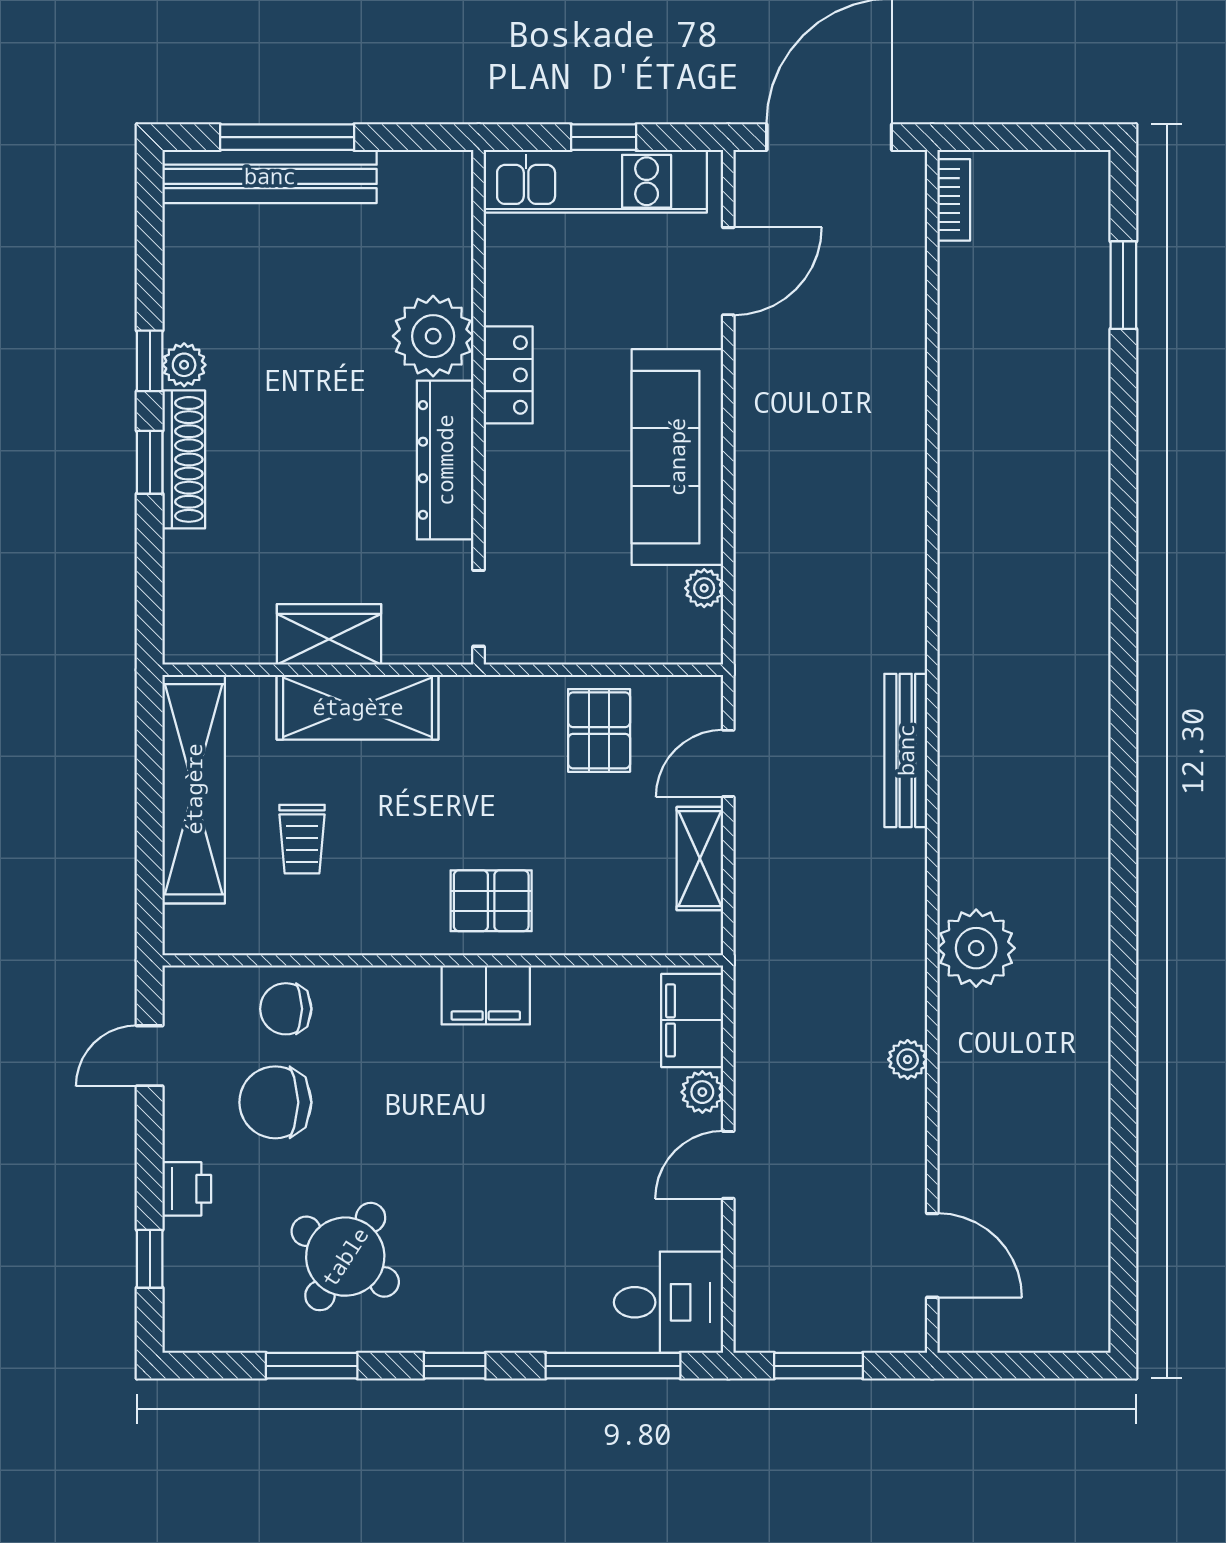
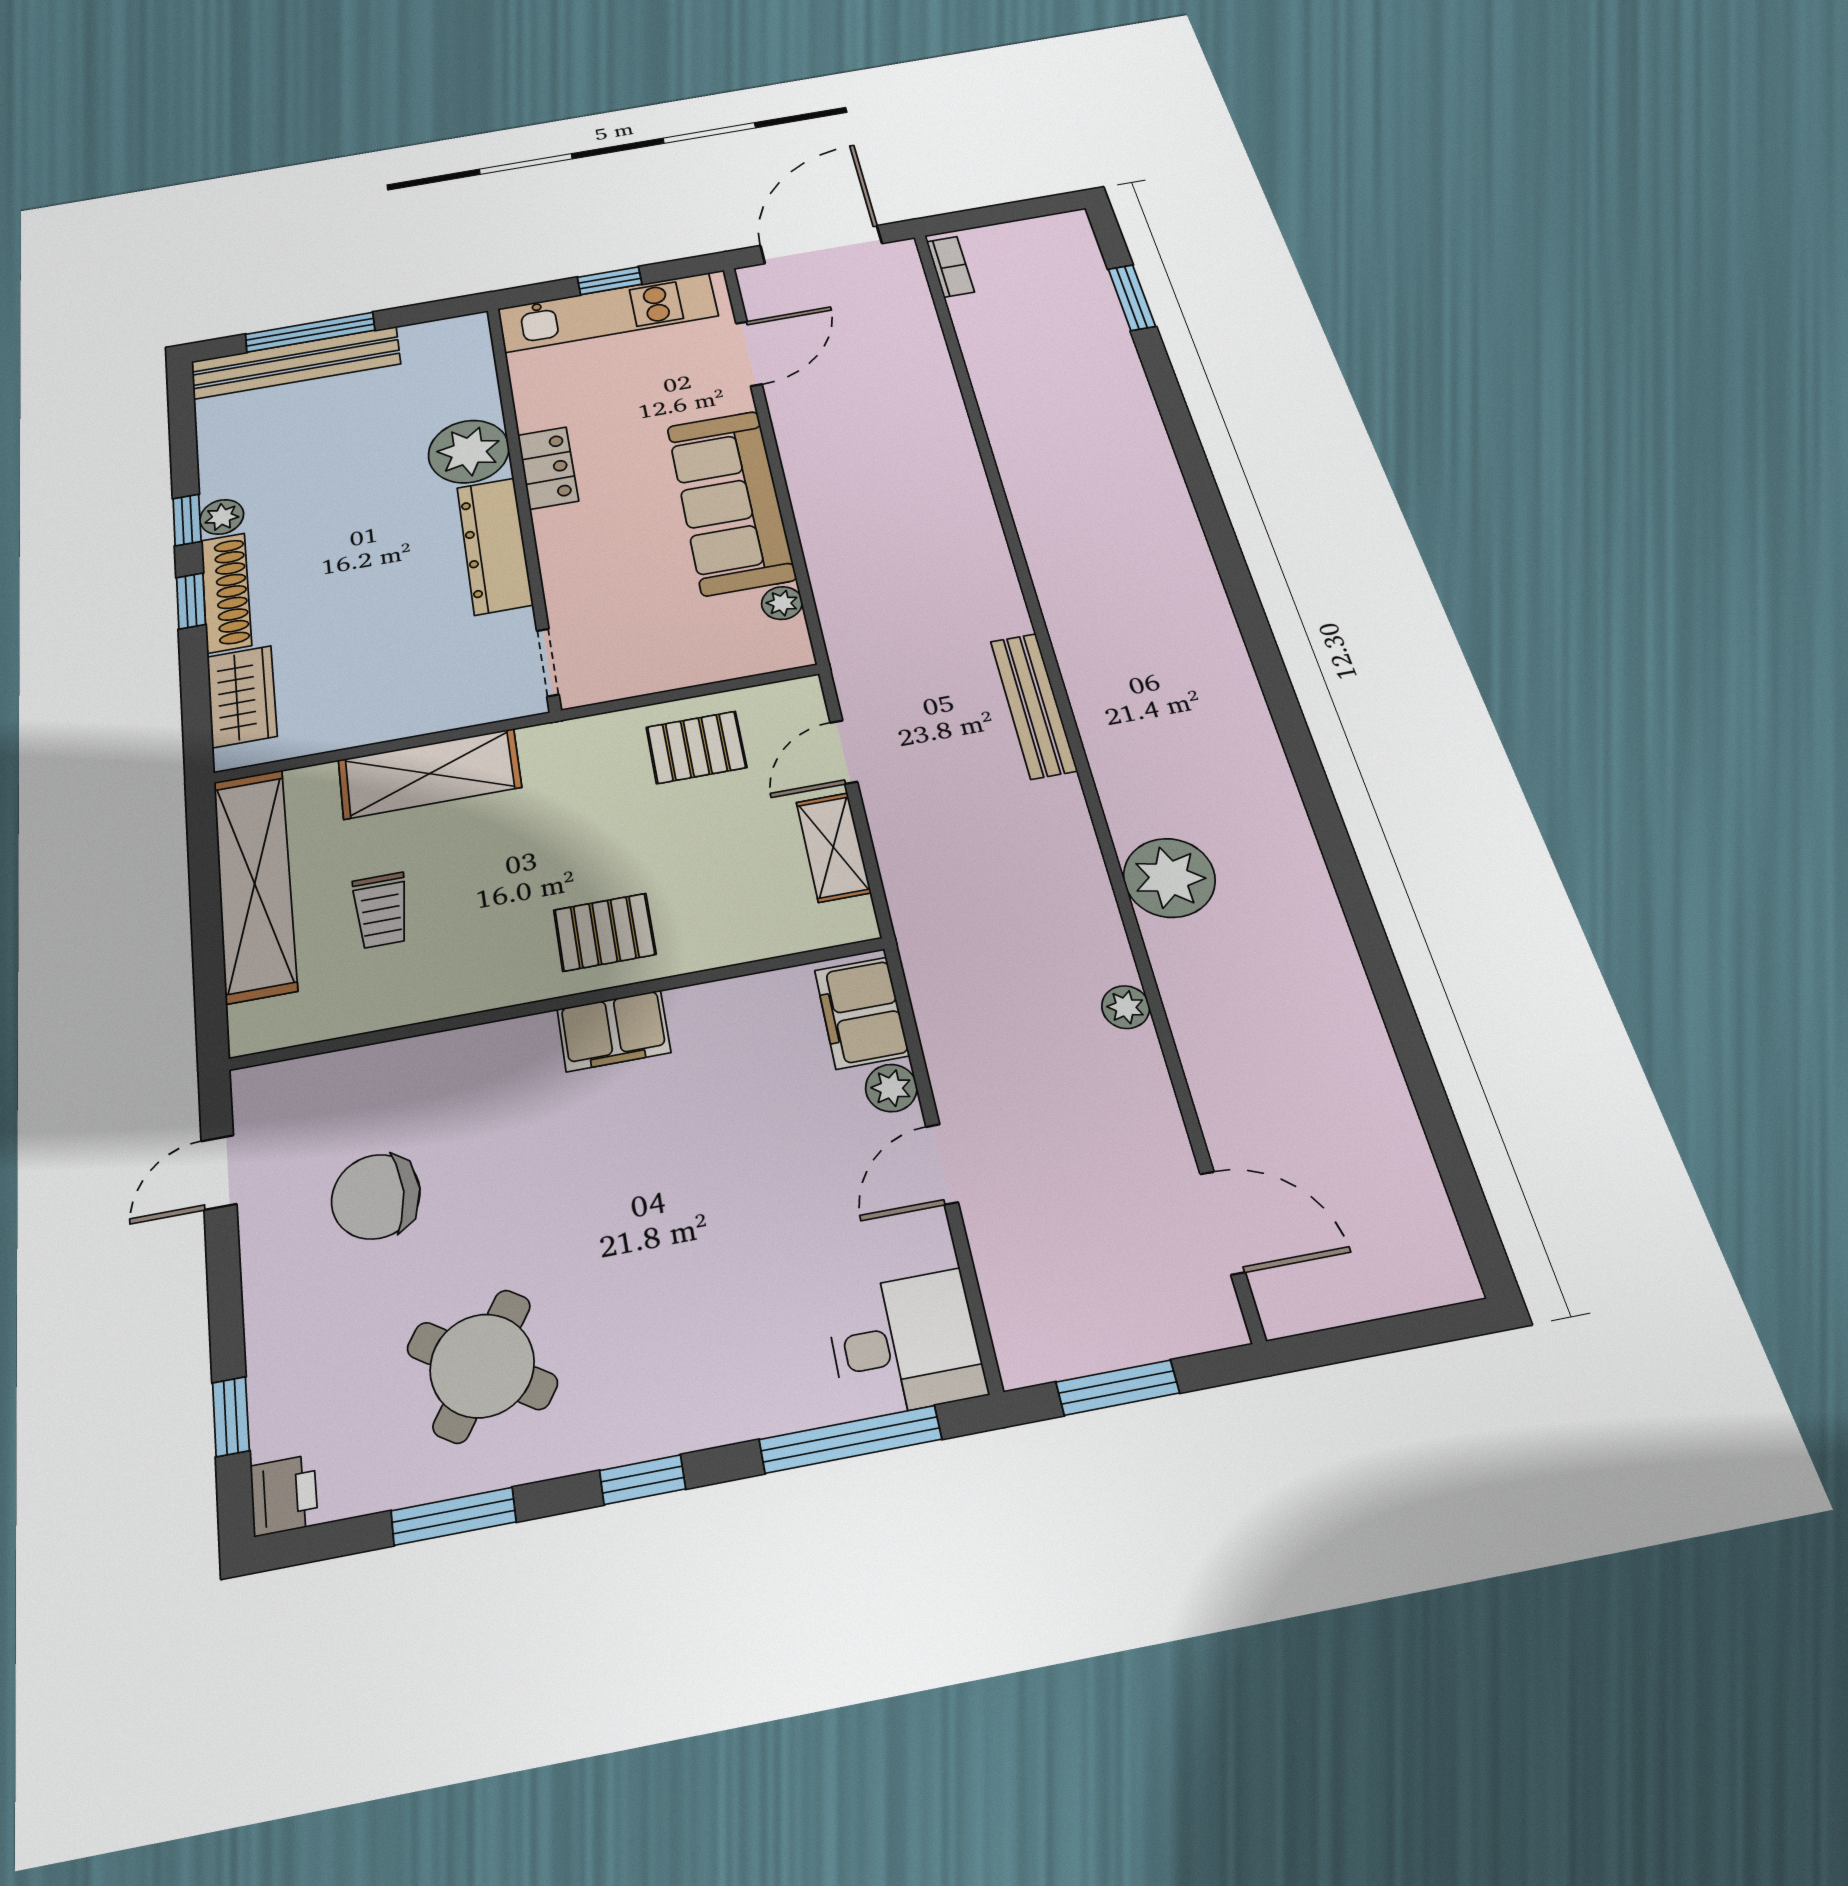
wardrobe: (329, 634) -> (242, 696), moved, turned 90
pallet: (599, 730) -> (696, 747), turned 90
chair: (286, 1009) -> (379, 1090), removed
printer: (187, 1189) -> (284, 1495), moved

